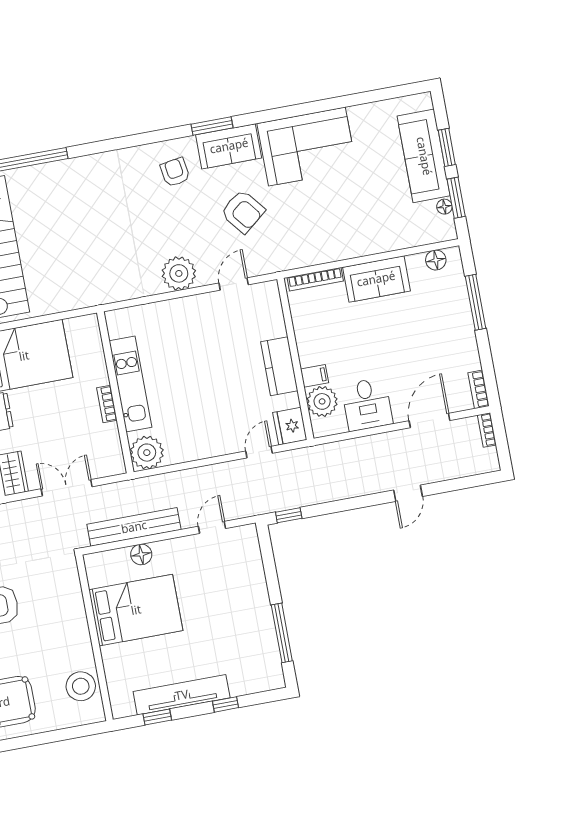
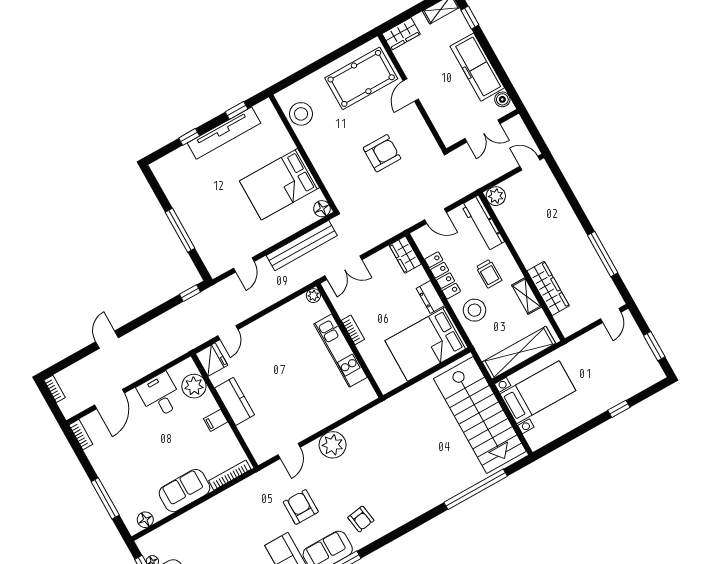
armchair: (243, 211) -> (301, 507), turned 39
filing cabinet: (315, 376) -> (216, 420), moved
bookcase: (487, 430) -> (55, 389), moved
plant: (147, 453) -> (313, 296), width x0.53, depth x0.53
double door: (67, 488) -> (343, 268), moved
floor lamp: (141, 554) -> (322, 209), moved
window: (282, 633) -> (180, 230), moved

